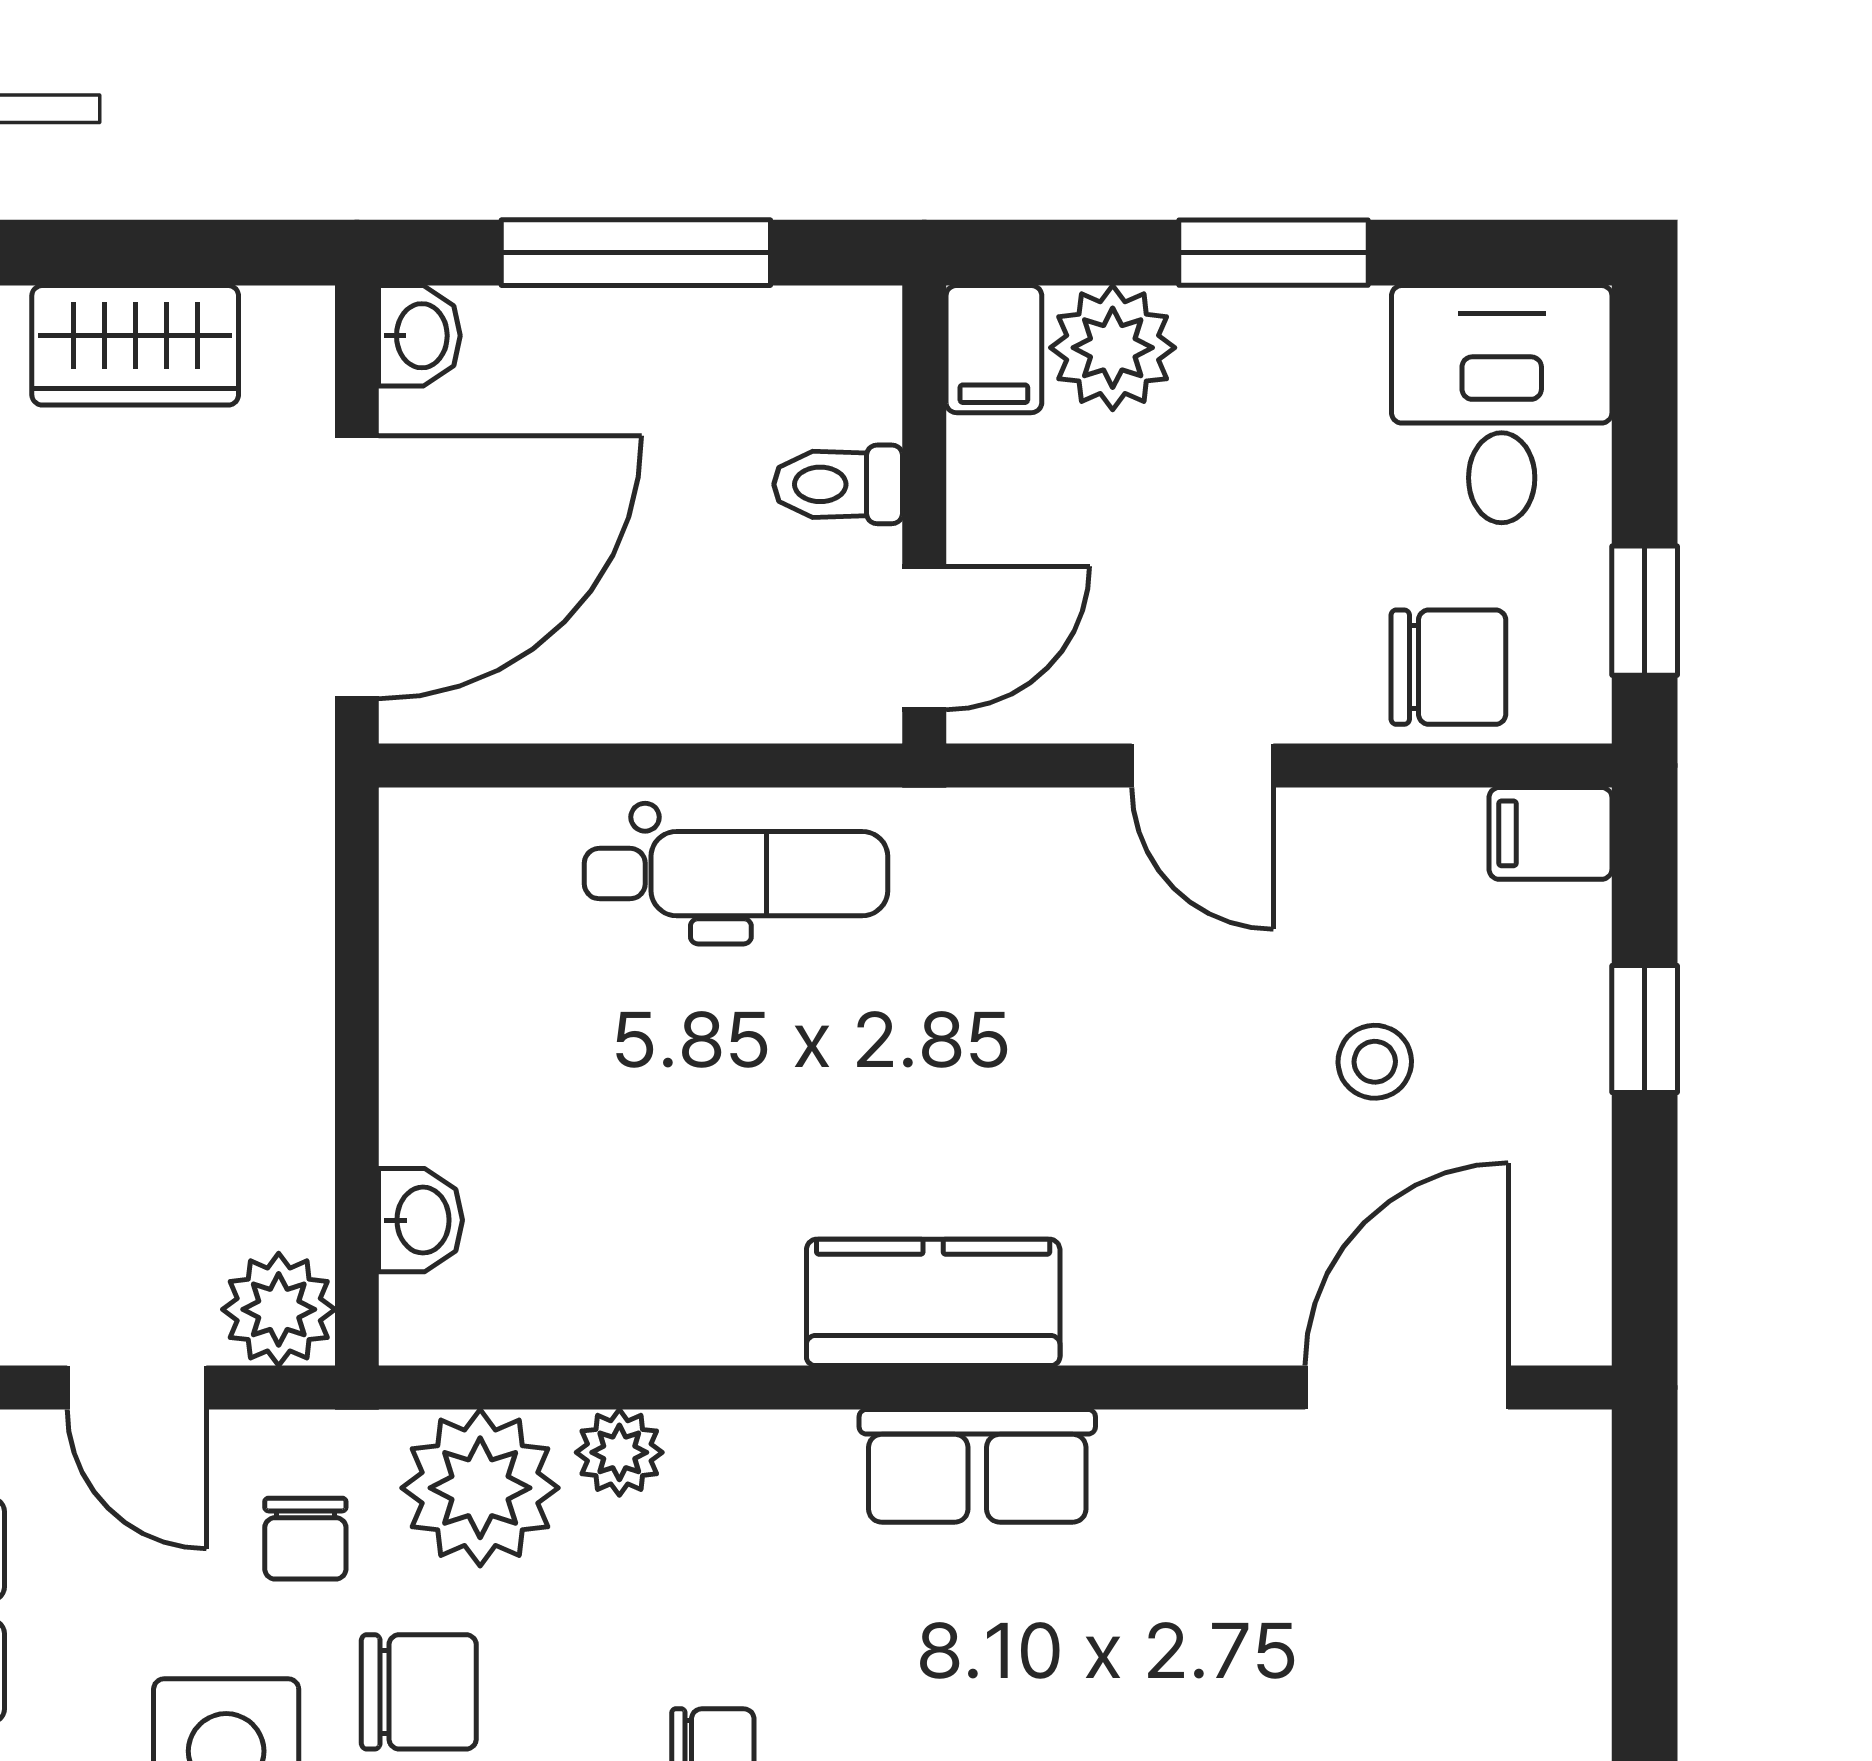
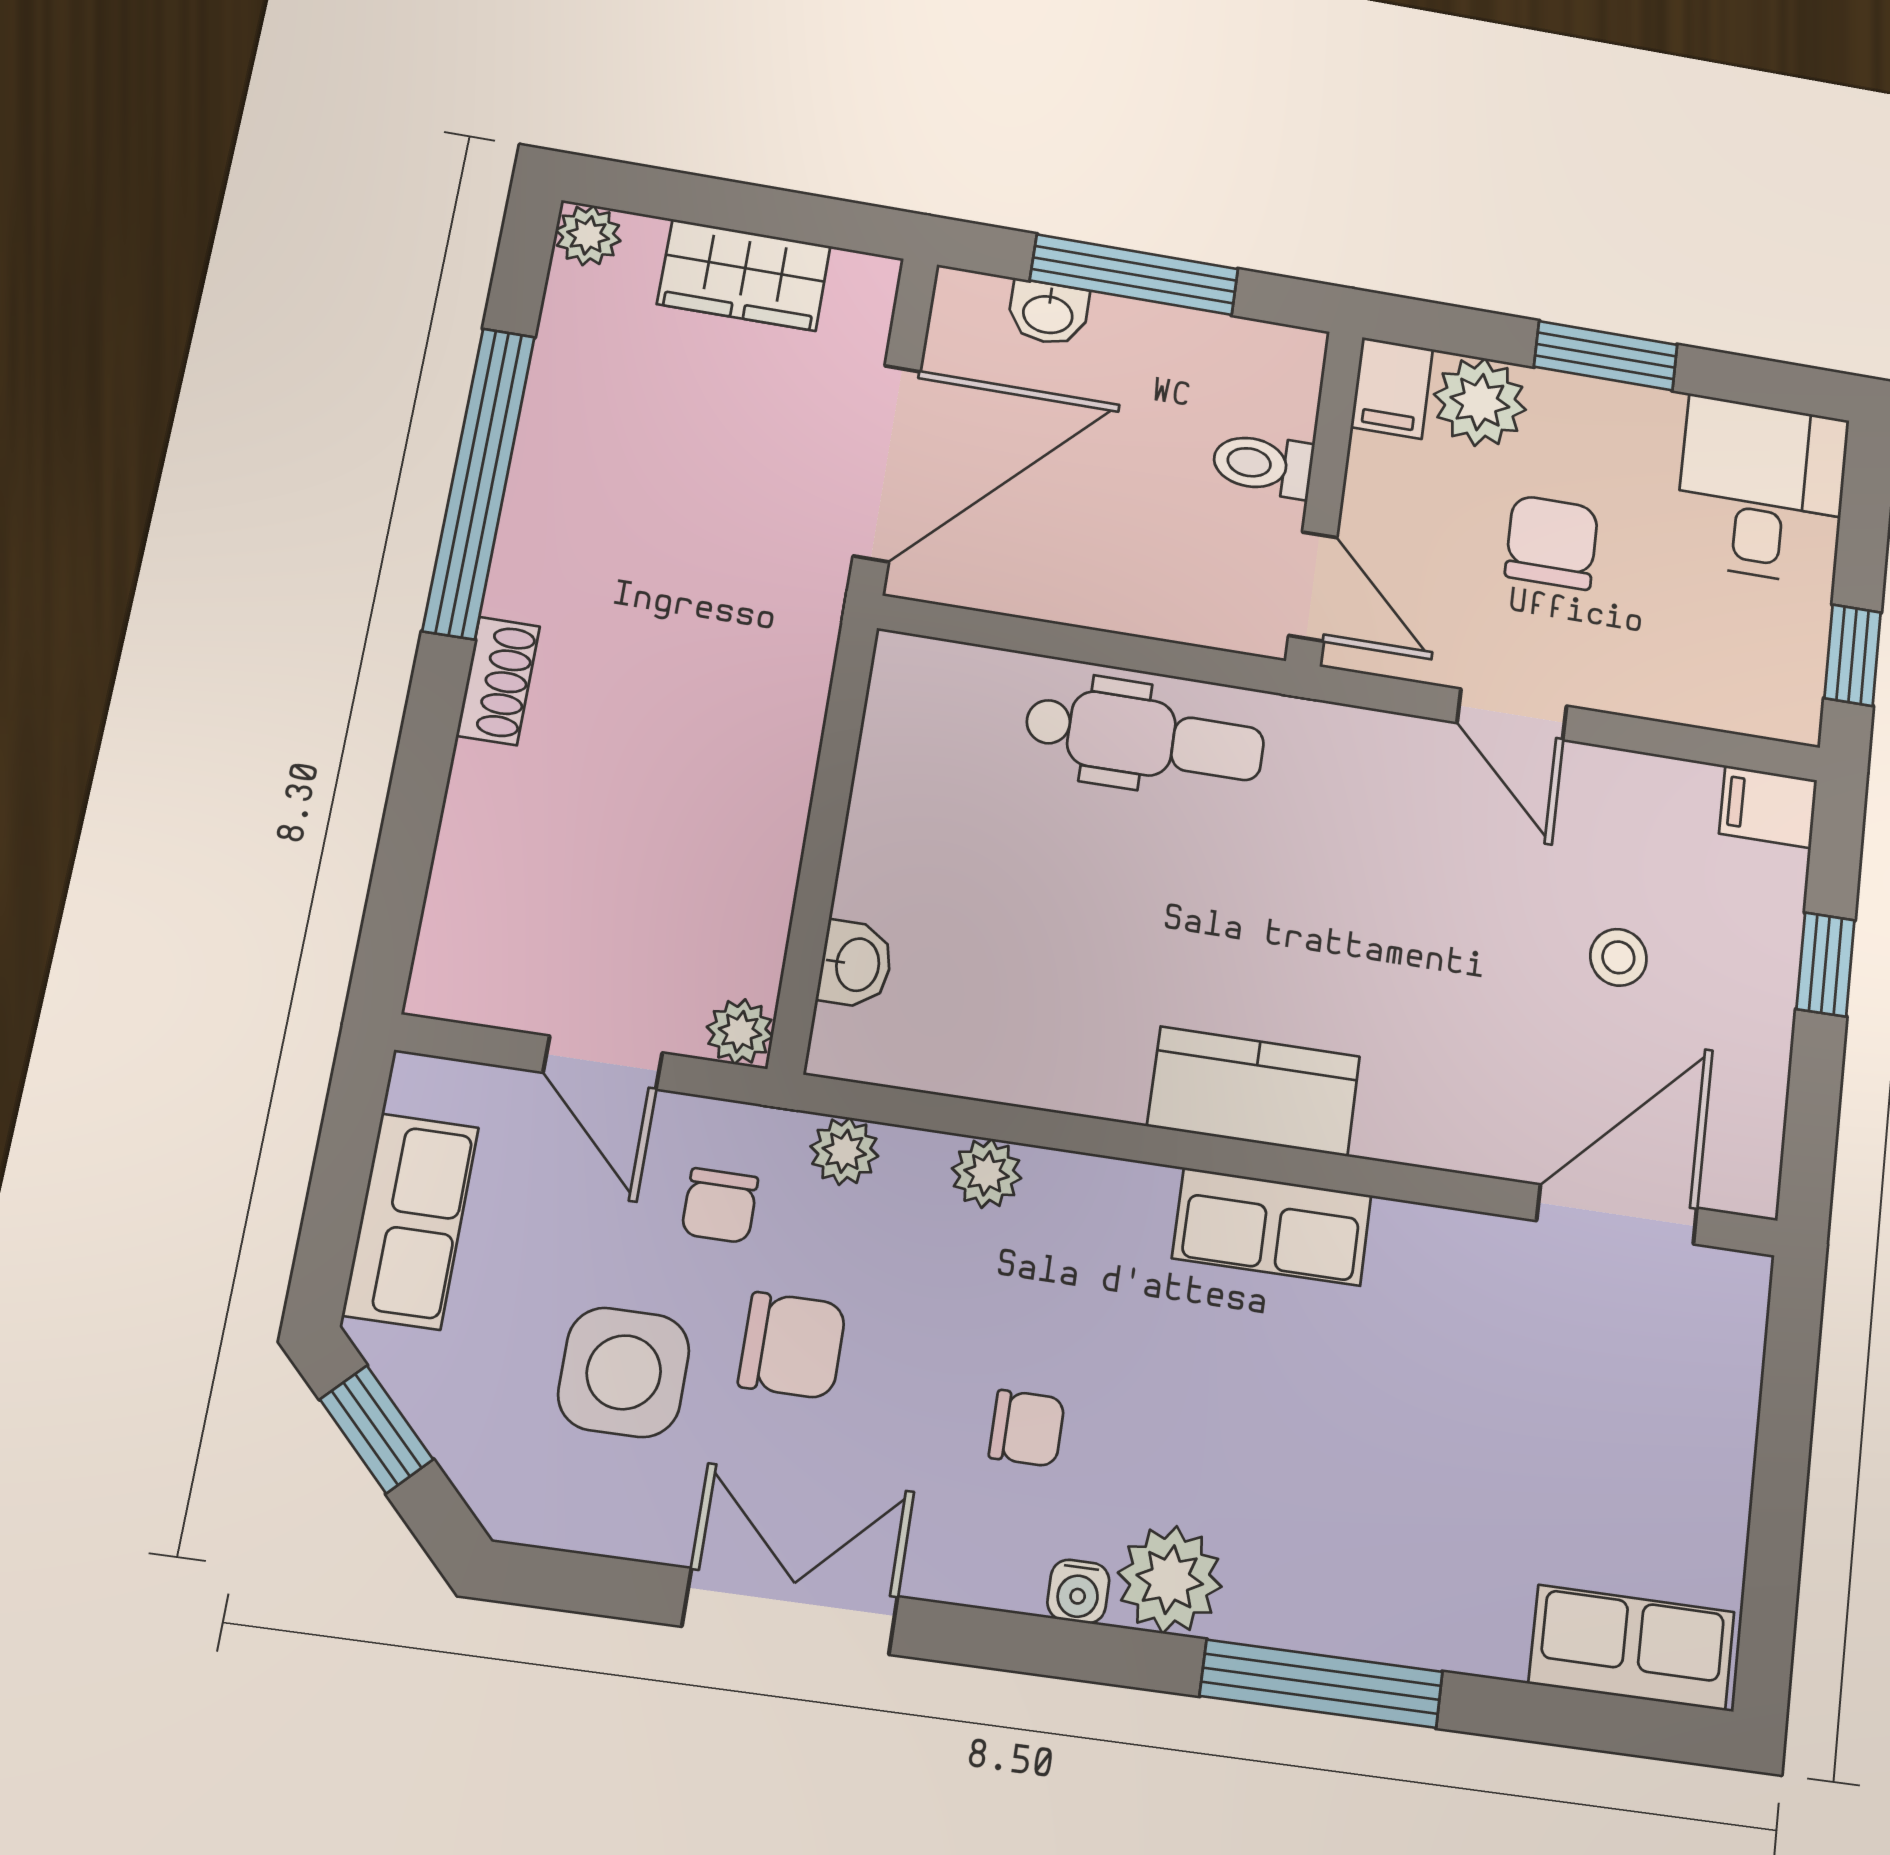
washbasin: (419, 336) -> (1048, 313), moved, turned 90
door: (924, 638) -> (1313, 586), hinge flipped
chair: (1448, 667) -> (1552, 542), moved, turned -90
plant: (279, 1309) -> (740, 1032), width x0.73, depth x0.73
plant: (480, 1488) -> (844, 1151), width x0.53, depth x0.53

